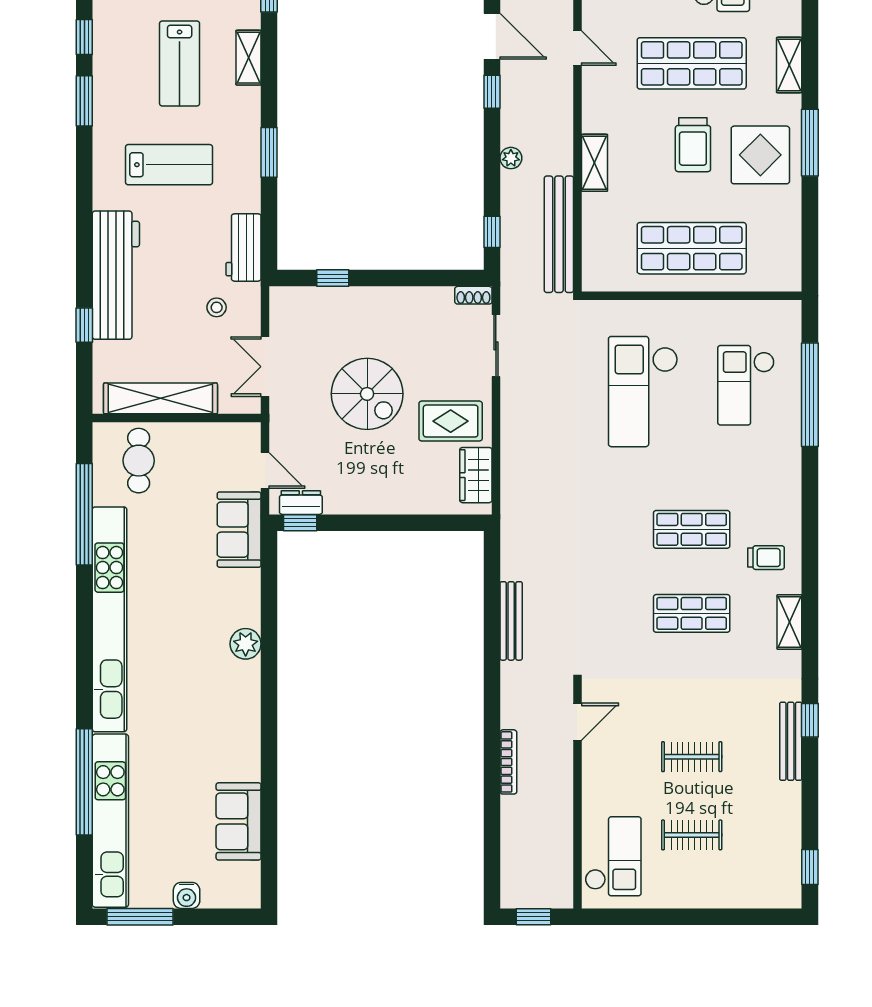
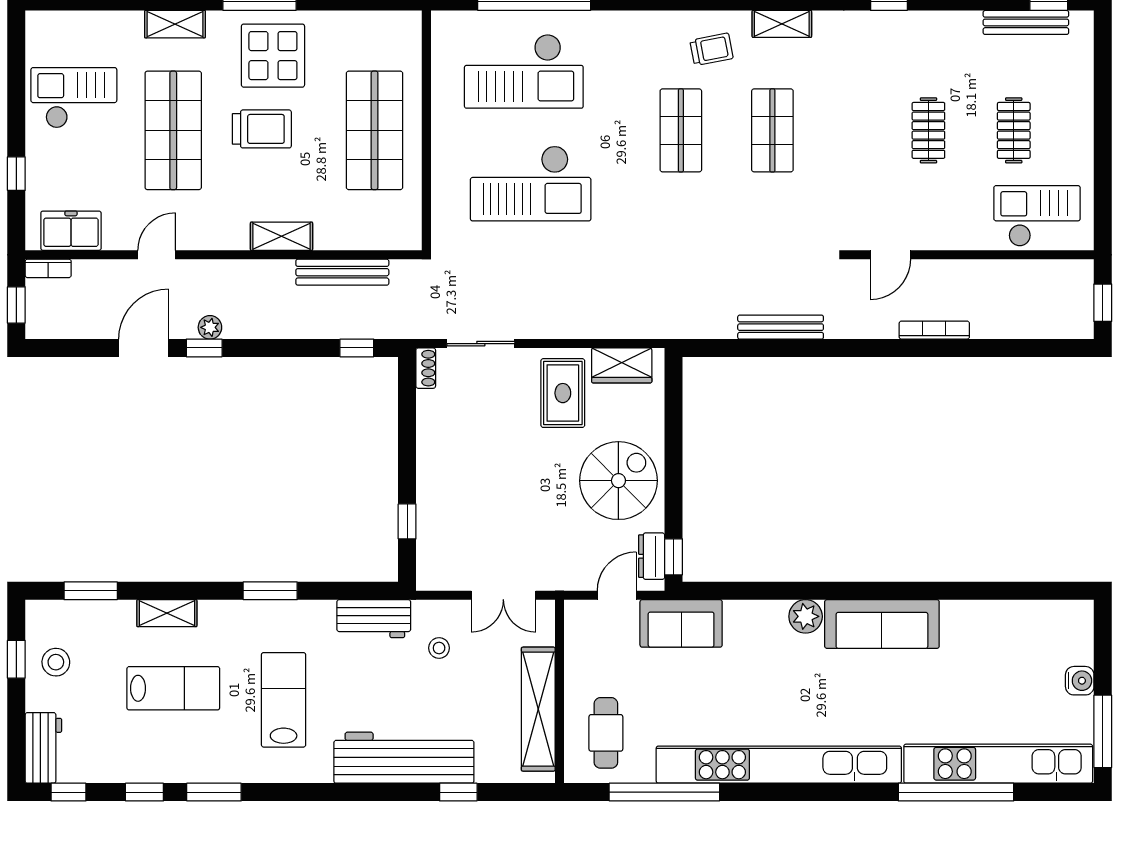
plant: (511, 158) -> (210, 327), moved
bench: (559, 234) -> (342, 272), width x0.73, depth x0.82
checkout: (746, 385) -> (524, 71), width x1.36, depth x1.21
spiral stairs: (367, 394) -> (618, 481), moved
cafe table: (139, 461) -> (606, 733), turned 90
trolley: (766, 558) -> (712, 49), turned 79
door: (578, 722) -> (890, 255), swing flipped
bench: (791, 741) -> (1026, 22), moved
sofa: (239, 821) -> (882, 624), moved, width x1.36

